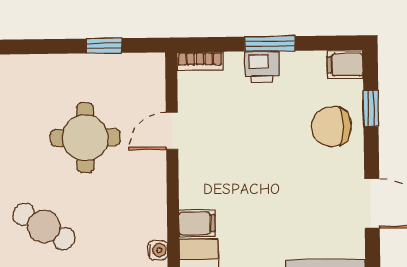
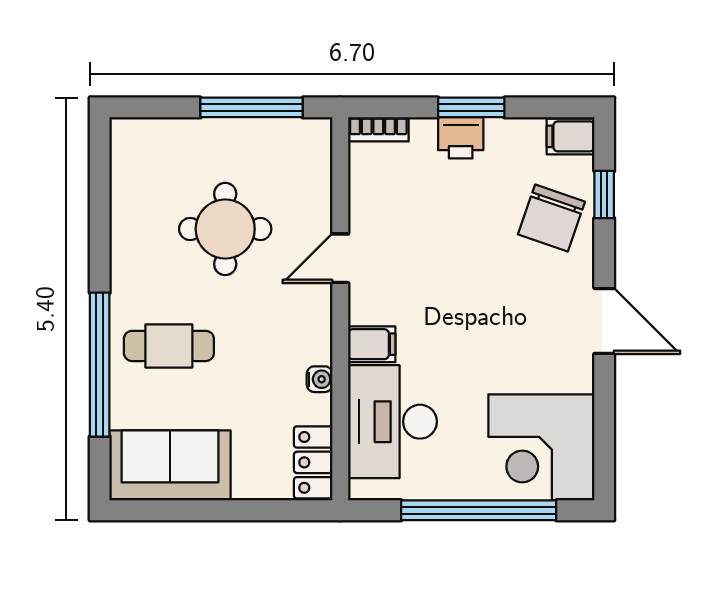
window: (104, 46) -> (252, 107), width x2.17
chair: (331, 127) -> (551, 218), turned -71
door: (172, 131) -> (340, 258), moved
cafe table: (44, 227) -> (169, 346), turned -32

